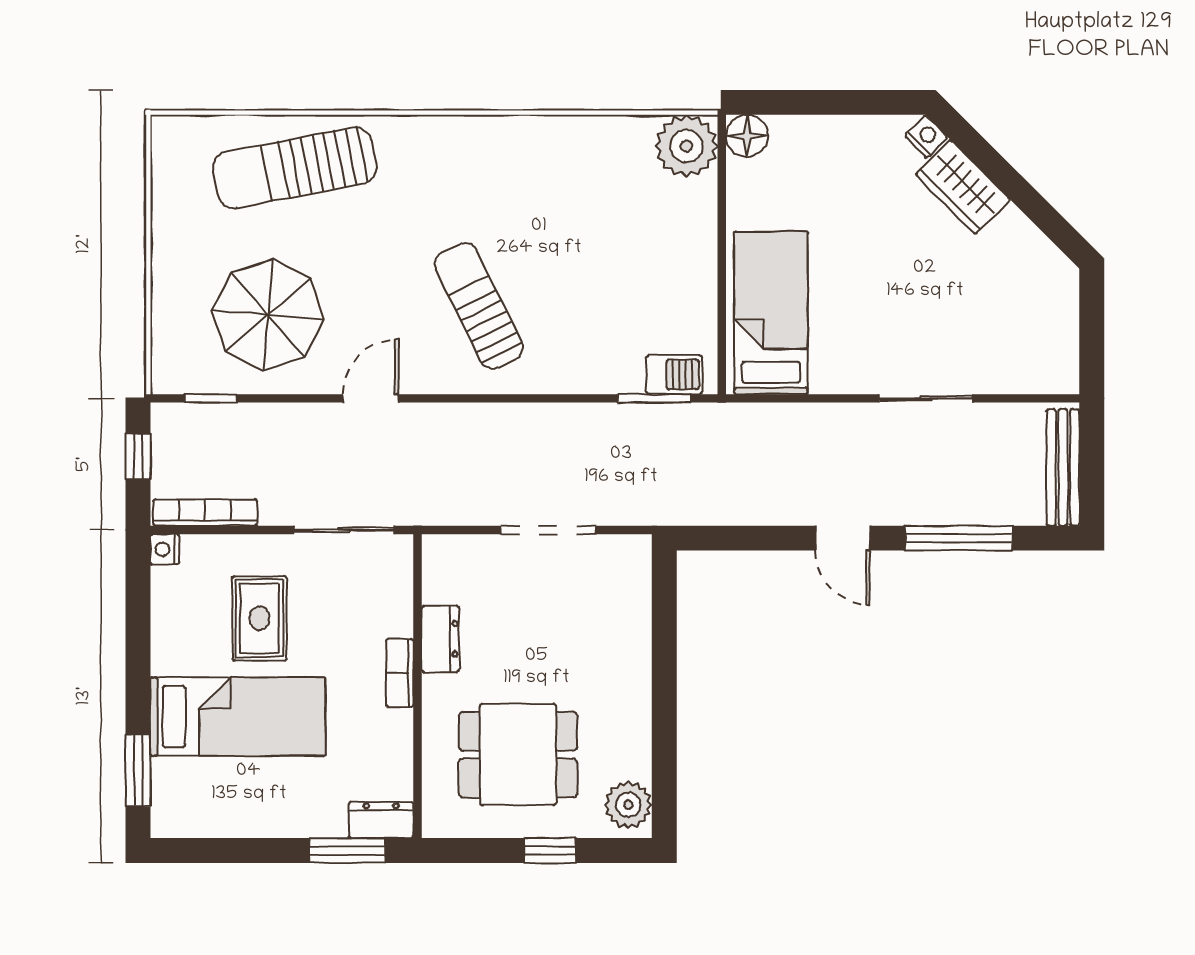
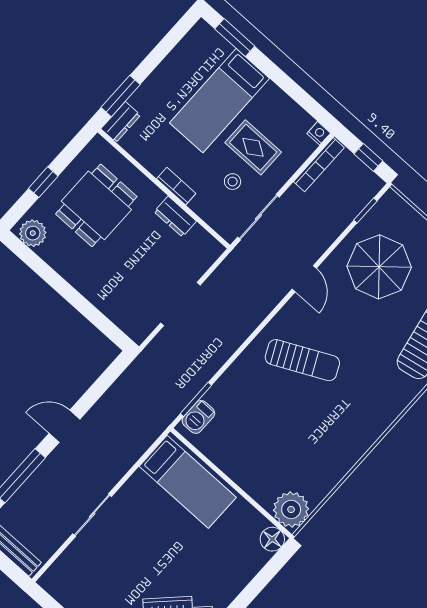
stool: (328, 605) -> (233, 182), added

